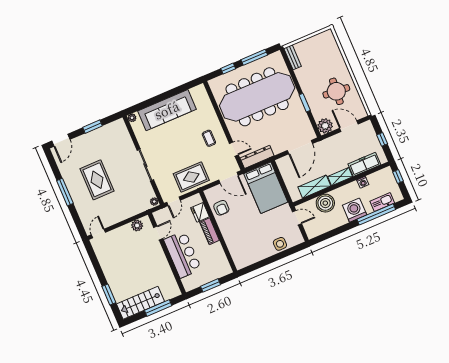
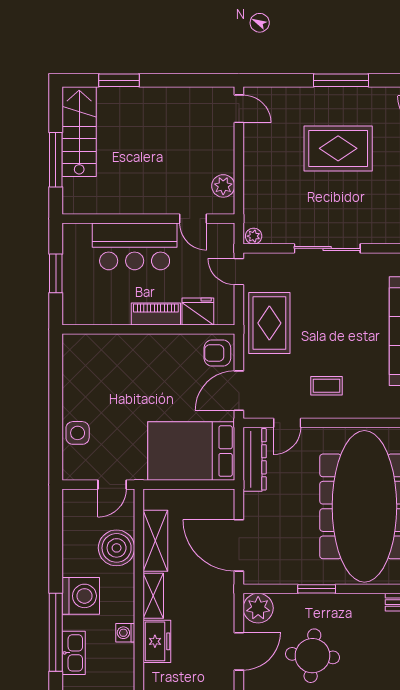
freezer: (364, 164) -> (157, 641), width x0.71
armchair: (221, 208) -> (217, 353), moved

